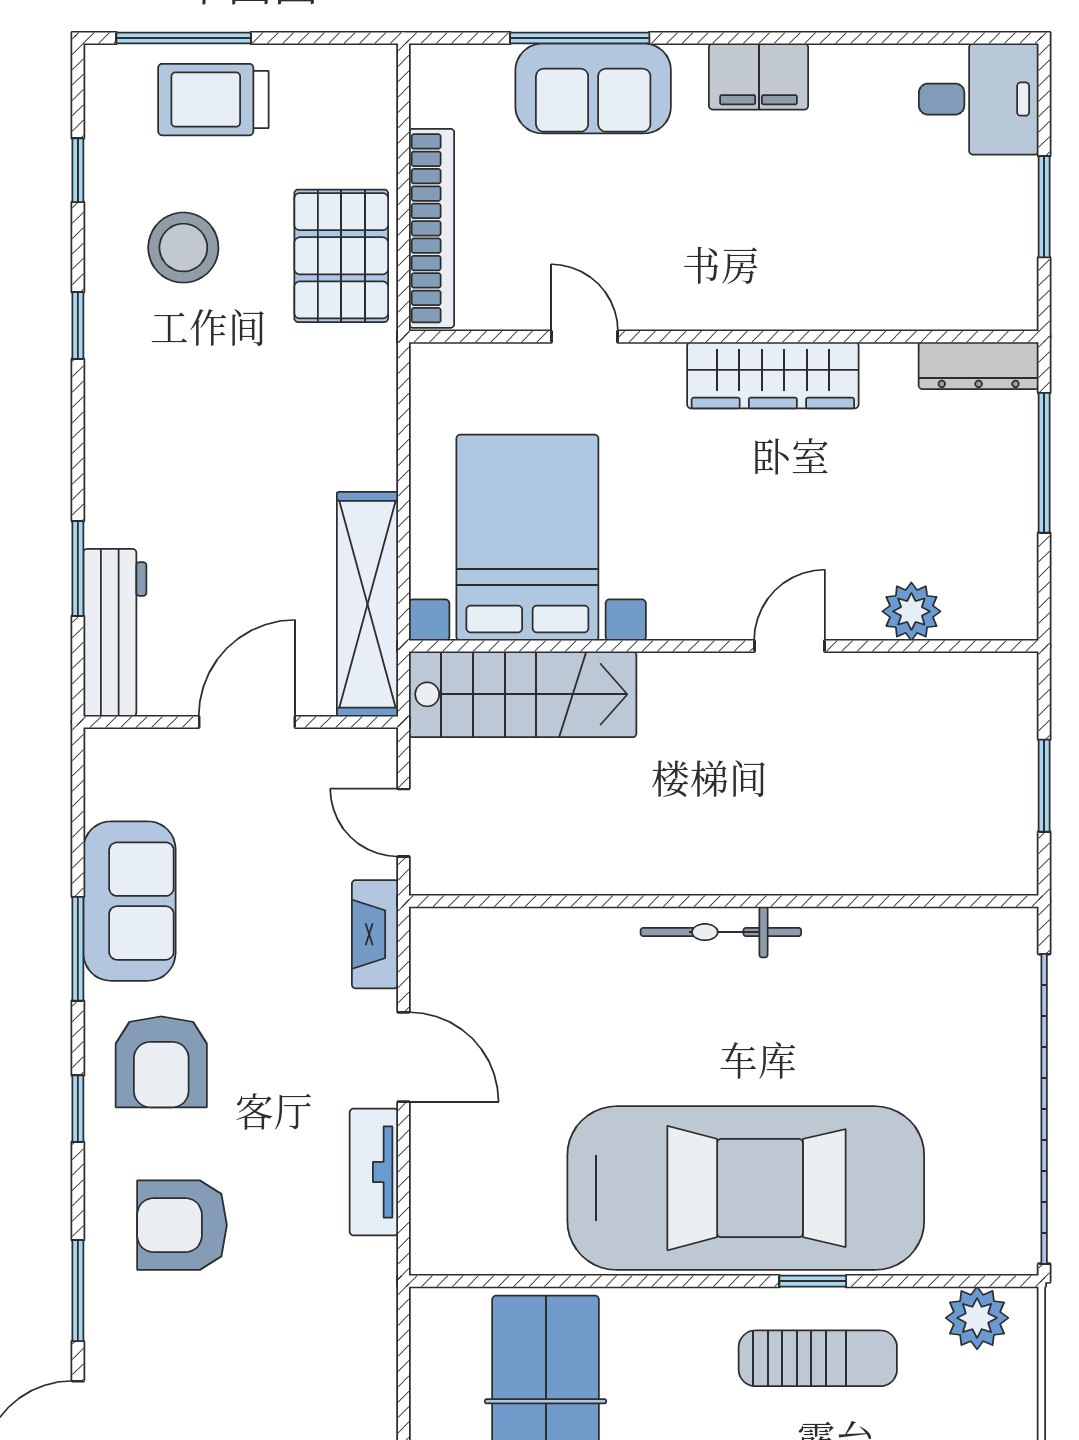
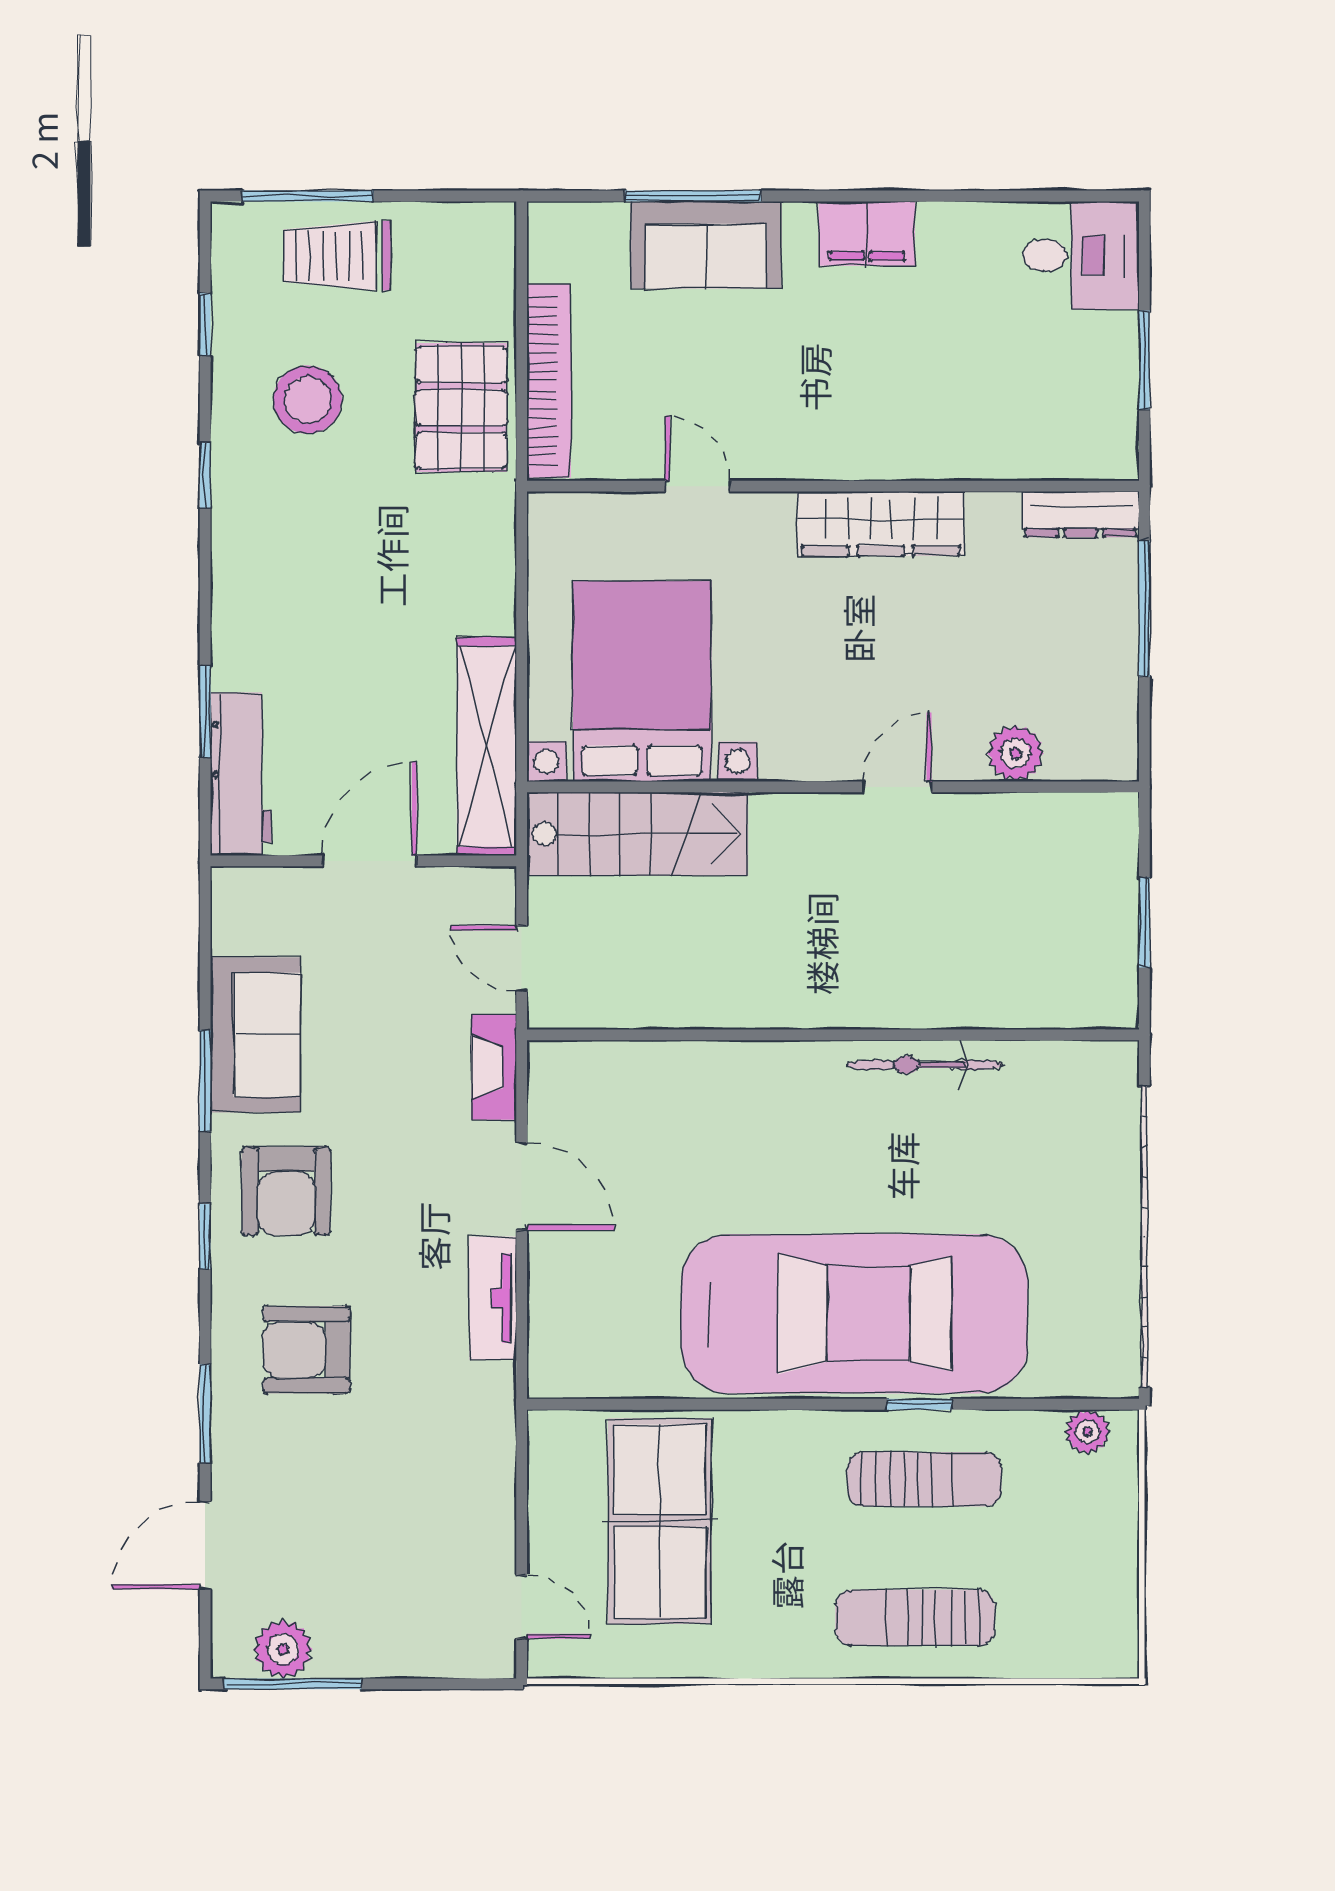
bicycle: (721, 932) -> (925, 1065), moved
plant: (977, 1318) -> (1087, 1432), width x0.73, depth x0.73

